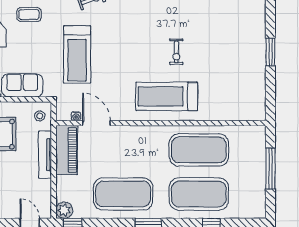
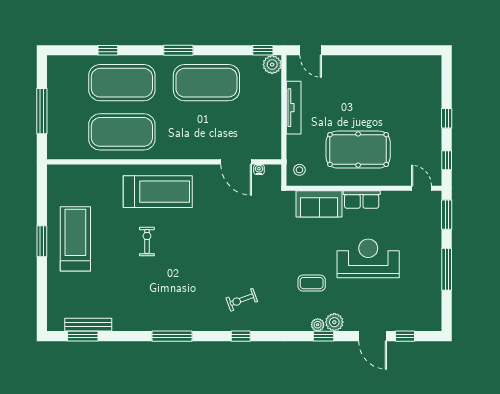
treadmill: (77, 54) -> (75, 239), moved
piano: (67, 150) -> (269, 132), removed
tv unit: (45, 155) -> (294, 108), moved

